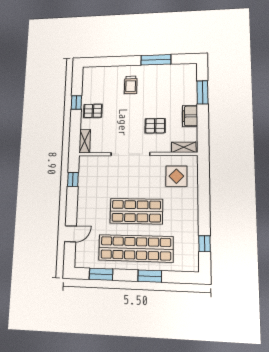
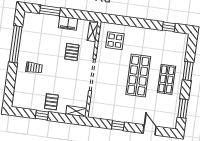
window: (156, 60) -> (16, 44), width x1.46
window: (73, 179) -> (118, 126), moved
shop shelf: (136, 248) -> (166, 79), width x0.50, depth x0.74

